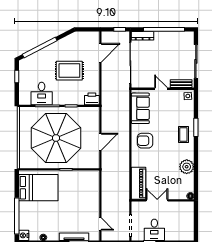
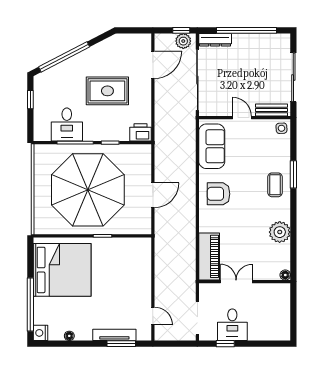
plant: (121, 37) -> (183, 41), added
bed: (38, 188) -> (62, 270), width x1.36

